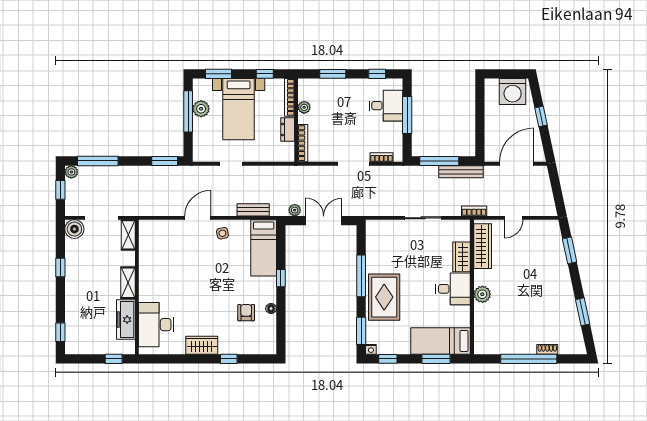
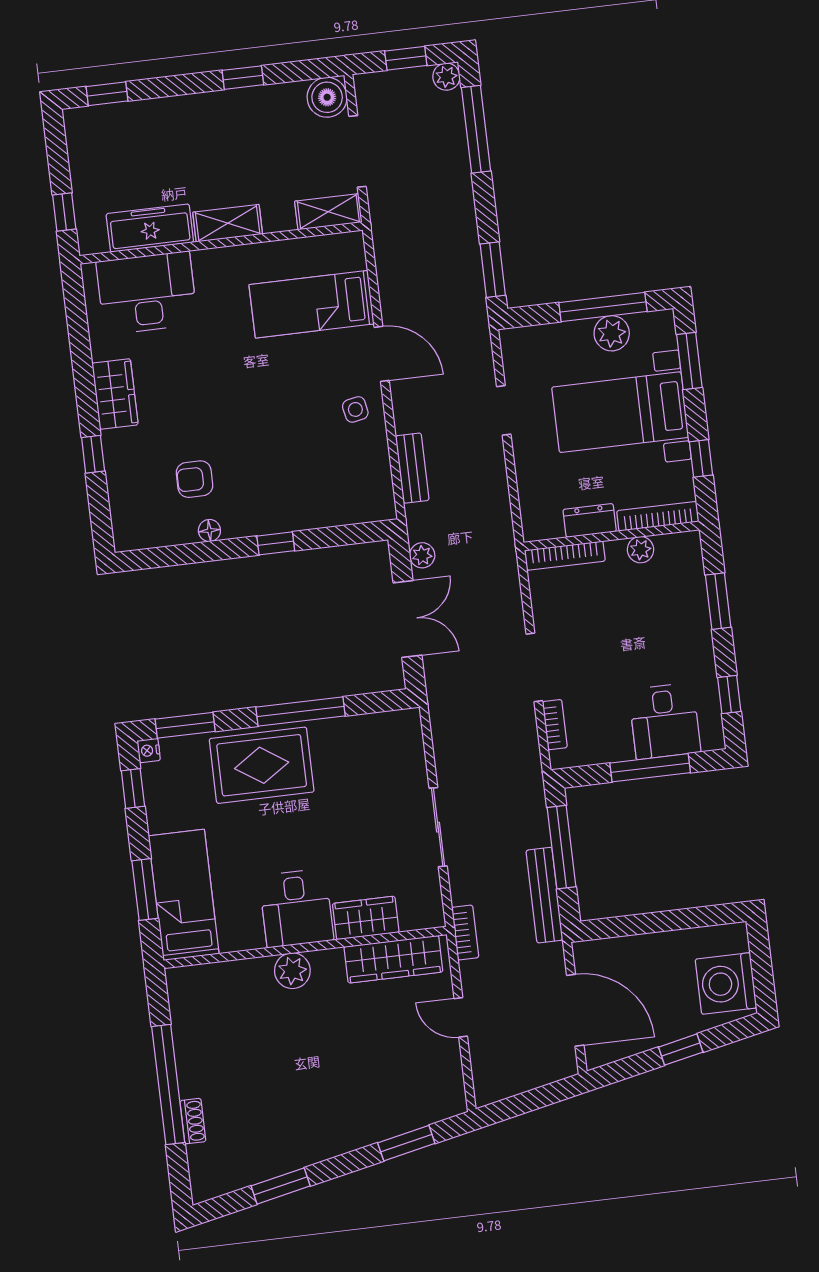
bed: (264, 248) -> (312, 304), moved
armchair: (246, 313) -> (195, 479), turned 180

